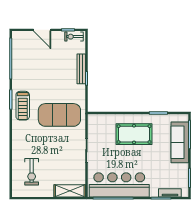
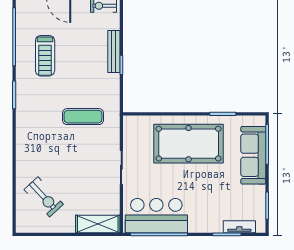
treadmill: (23, 106) -> (45, 56), moved
exercise mat: (59, 115) -> (83, 117), width x0.50, depth x0.69
pool table: (134, 134) -> (189, 144), width x1.36, depth x1.32
exercise bike: (32, 172) -> (44, 197), turned -43
bar counter: (119, 185) -> (156, 216), width x0.73

